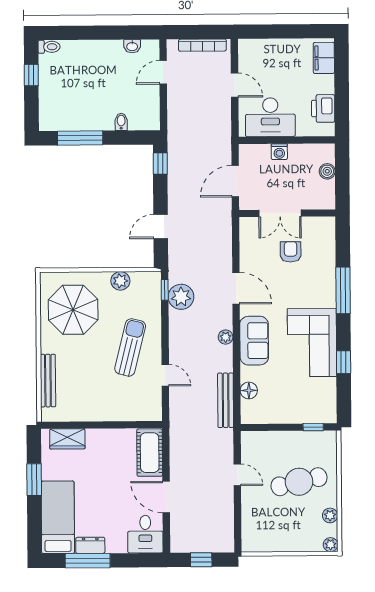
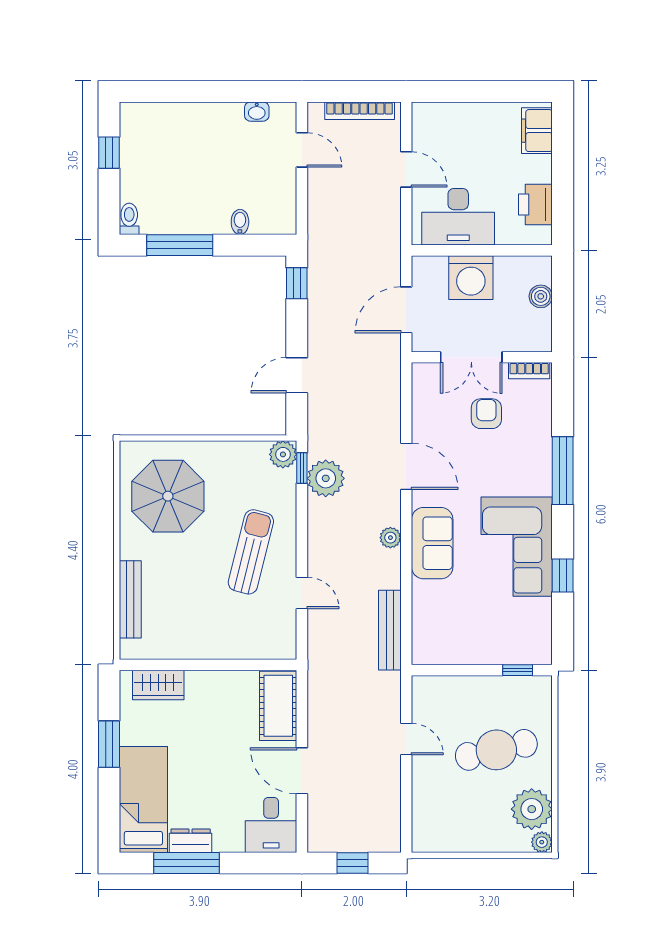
toilet: (49, 47) -> (129, 219), moved, turned -90
door: (163, 72) -> (302, 150), swing flipped
washing machine: (279, 152) -> (471, 278), width x1.89, depth x1.89
bookcase: (320, 222) -> (529, 371), added
plant: (120, 281) -> (283, 454), moved
floor lamp: (249, 390) -> (424, 616), removed
plant: (330, 515) -> (532, 809), width x1.88, depth x1.88

